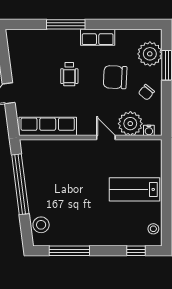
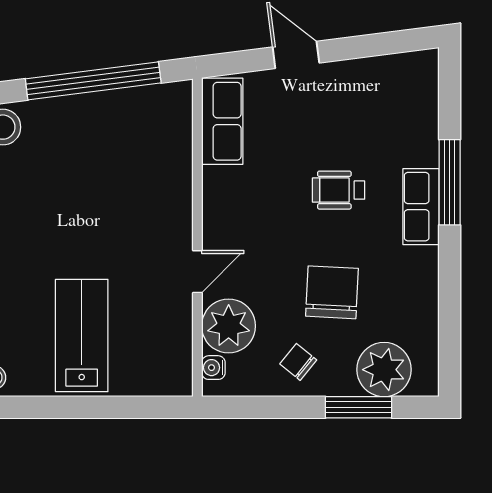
row of seats: (98, 37) -> (421, 207), moved
row of seats: (48, 126) -> (222, 121), width x0.68

